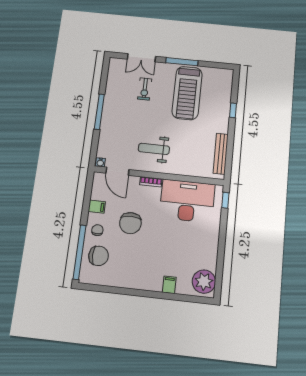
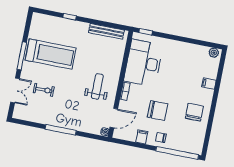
weight bench: (154, 149) -> (97, 86), turned 180
chair: (99, 256) -> (194, 112), moved
plant: (204, 282) -> (214, 53), width x0.53, depth x0.53

